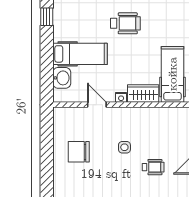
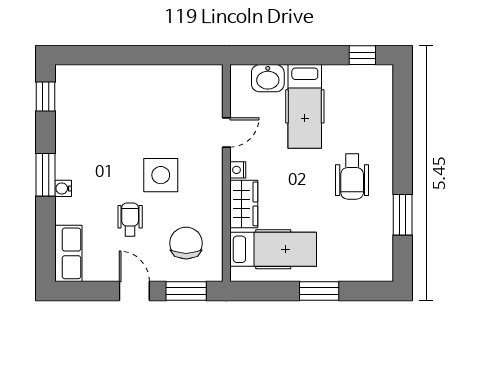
side table: (124, 147) -> (161, 175), width x1.87, depth x1.87
chair: (79, 152) -> (186, 243), moved
wheelchair: (153, 167) -> (130, 219), turned 180

